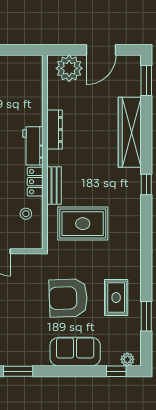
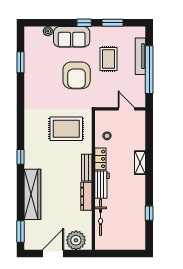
bicycle: (35, 100) -> (101, 217), added
bench: (54, 185) -> (87, 168), moved
armchair: (68, 298) -> (77, 75), turned 92
rug: (116, 298) -> (109, 59), moved
plant: (127, 359) -> (48, 31), moved
window: (116, 371) -> (84, 23), moved

